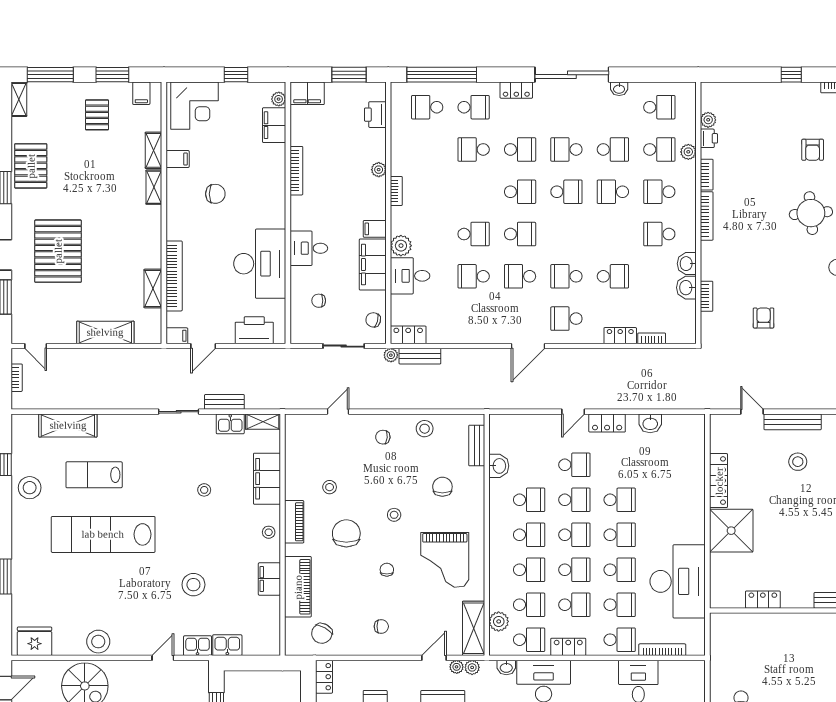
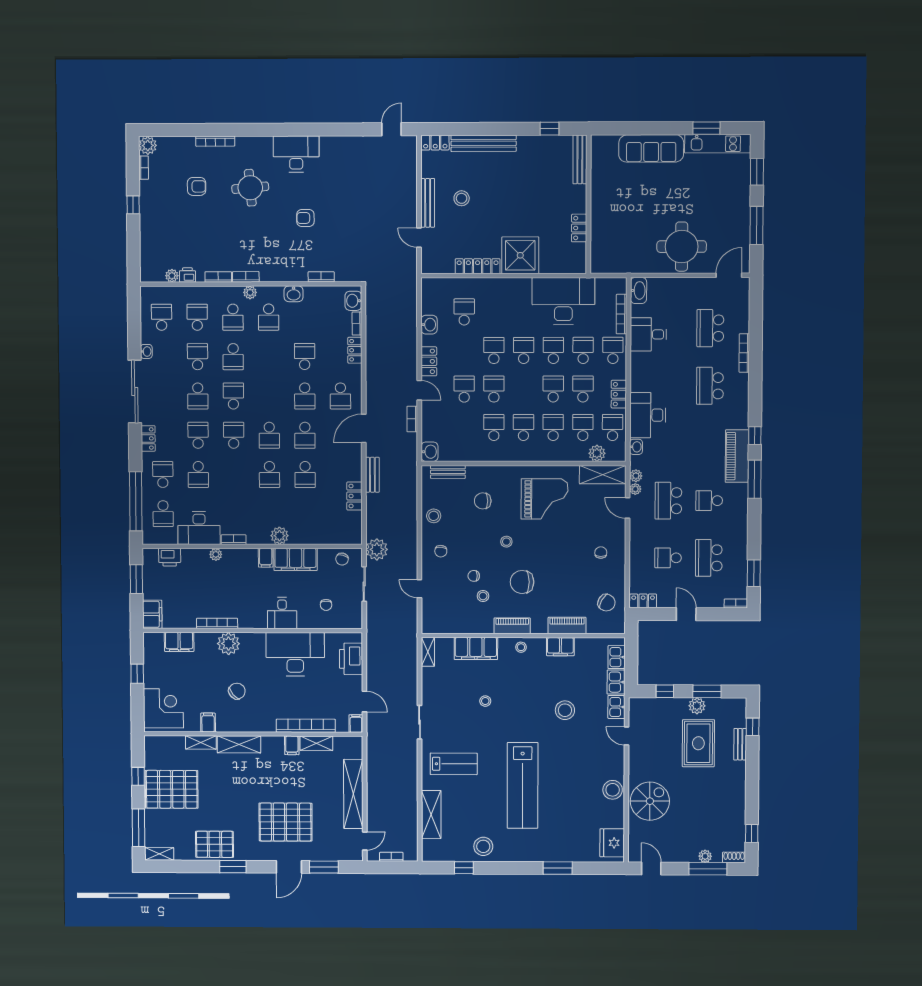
window: (112, 75) -> (138, 776), width x0.67
filing cabinet: (141, 93) -> (292, 745), moved, turned 90
plant: (279, 99) -> (228, 644), moved, width x1.88, depth x1.88
pallet: (97, 115) -> (172, 789), width x2.05, depth x2.00
plant: (688, 152) -> (250, 292), moved
shelving: (154, 187) -> (239, 744), width x1.50, depth x1.33
chair: (215, 194) -> (237, 691), turned 50
bookcase: (707, 216) -> (246, 277), width x0.64
school desk: (474, 234) -> (269, 475), turned 180
school desk: (520, 234) -> (269, 435), turned 180
desk: (410, 276) -> (199, 528), moved, width x1.37
washbasin: (686, 288) -> (353, 301), moved, turned 90
armchair: (764, 318) -> (305, 218), moved
shelving: (105, 332) -> (353, 794), width x1.47
locker: (408, 335) -> (355, 496), moved
door: (528, 346) -> (364, 428), swing flipped
plant: (391, 355) -> (377, 549), width x1.88, depth x1.88
bench: (420, 356) -> (372, 475), moved
bench: (224, 402) -> (411, 684), removed
bookcase: (539, 403) -> (412, 419), added
door: (752, 412) -> (419, 238), hinge flipped
kitchen sink: (230, 424) -> (617, 657), moved, turned 180
washbasin: (499, 466) -> (429, 452), moved, turned 90
lab bench: (94, 475) -> (454, 764), moved, turned -90
school desk: (574, 535) -> (464, 312), moved
chair: (387, 570) -> (474, 576), moved
piano: (298, 587) -> (567, 625), width x0.73, depth x0.75
washbasin: (690, 669) -> (638, 290), added

